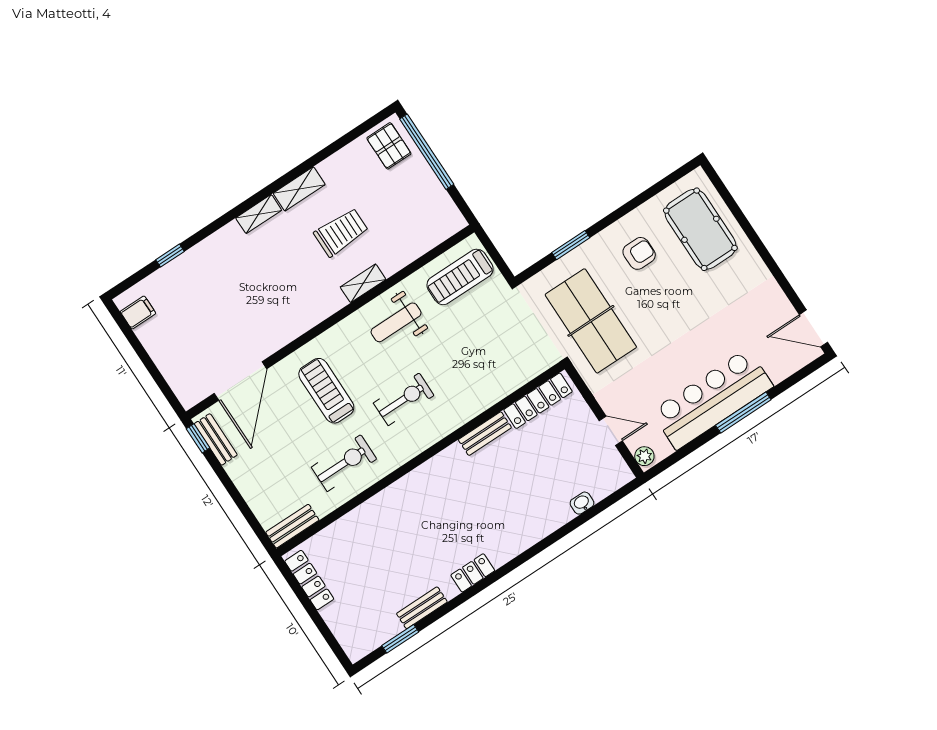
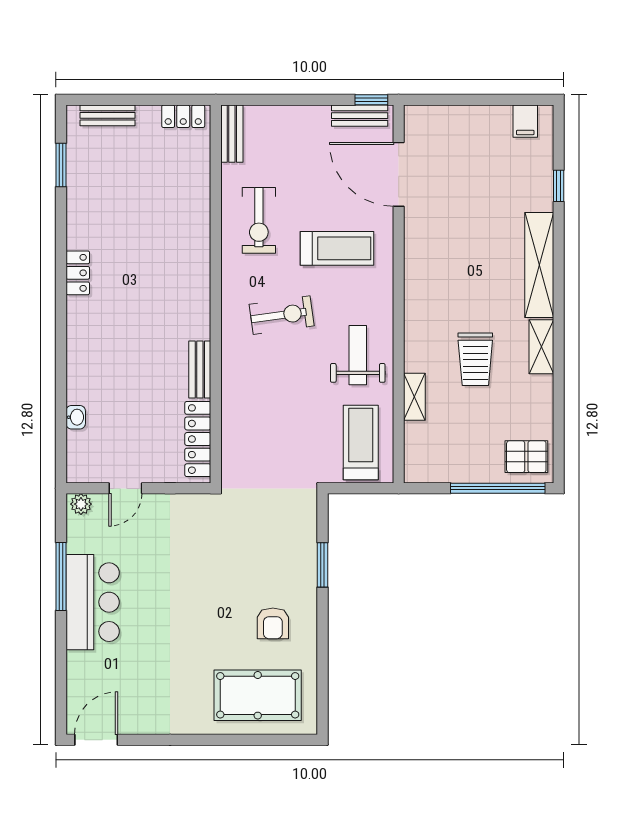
shelving: (259, 214) -> (539, 265), width x2.20, depth x1.33
shelving: (363, 283) -> (414, 397), moved
table tennis table: (591, 321) -> (240, 537), removed
exercise bike: (404, 399) -> (282, 315), turned -98
bar counter: (712, 399) -> (93, 602), width x0.73
window: (743, 413) -> (61, 576), moved
locker: (309, 580) -> (183, 116), width x0.66
bench: (422, 608) -> (107, 115), moved, turned 90

